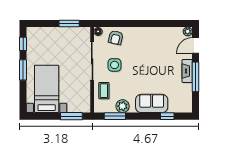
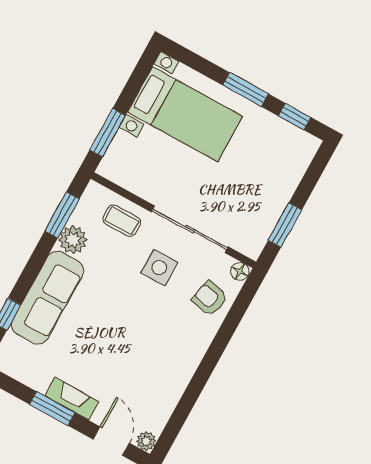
window: (196, 77) -> (52, 409), width x0.69
sofa: (152, 103) -> (48, 298), width x1.36

